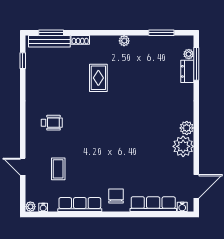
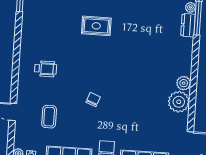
rug: (98, 78) -> (96, 26), turned 90
chair: (100, 150) -> (93, 100), added

